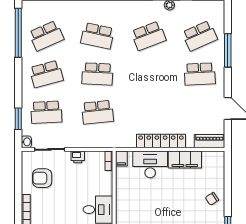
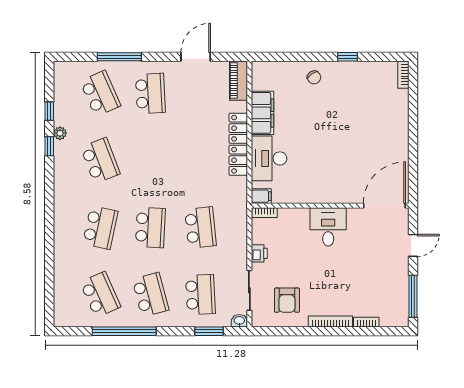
window: (18, 33) -> (124, 331), moved

